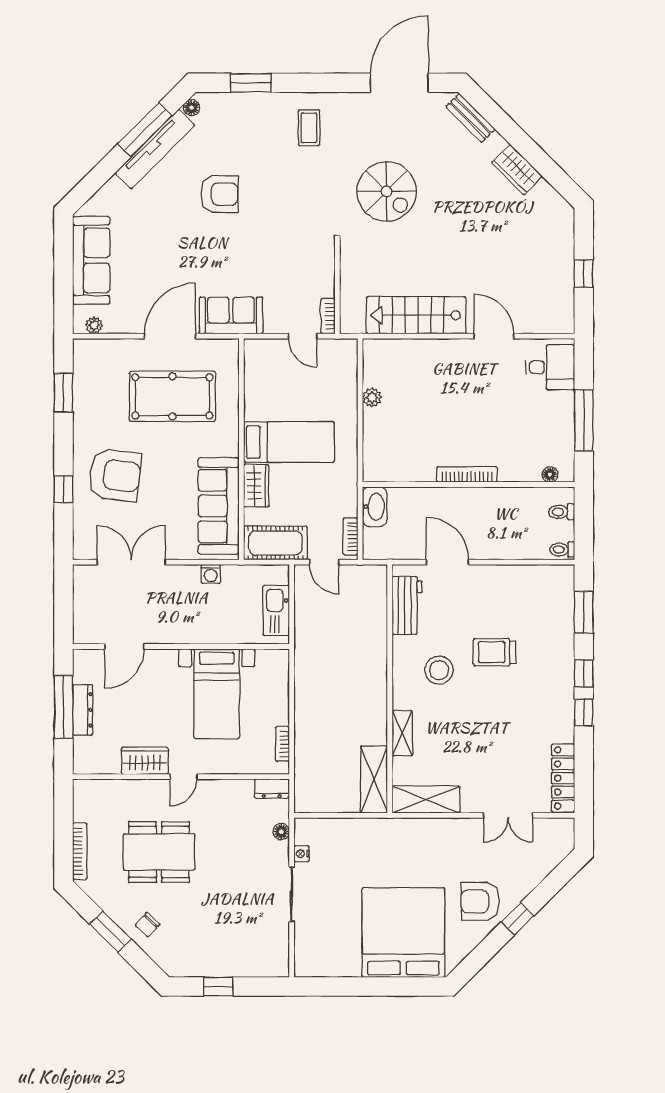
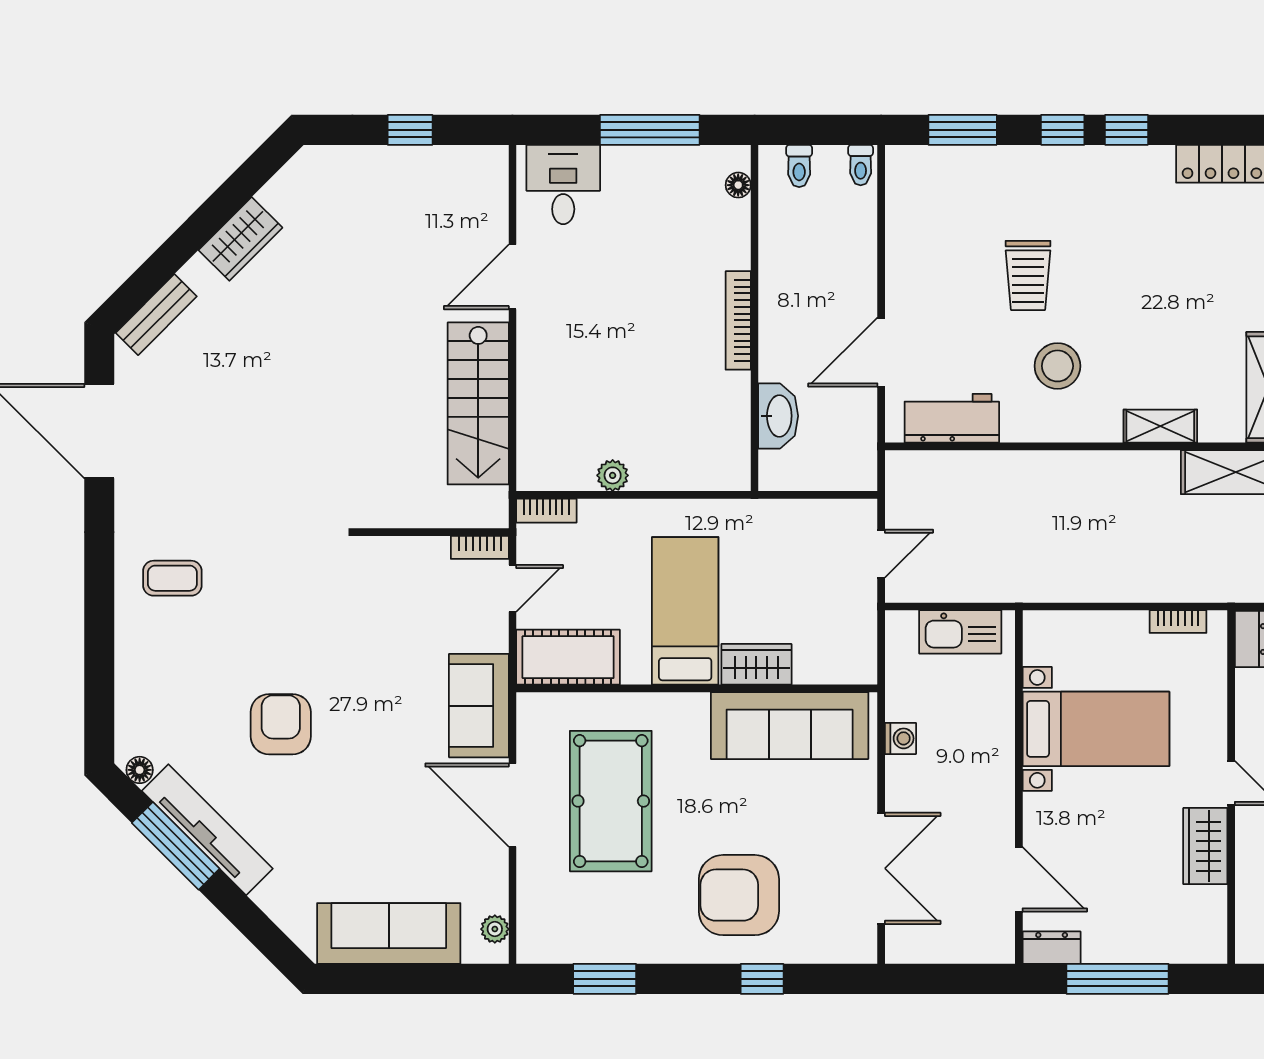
window: (251, 83) -> (99, 673), removed
spiral stairs: (387, 191) -> (276, 452), removed
armchair: (115, 475) -> (739, 895), turned -97
washbasin: (375, 507) -> (778, 416), moved, turned 90
bookcase: (350, 537) -> (546, 511), moved
cot: (275, 543) -> (568, 657), moved, turned 90
double door: (131, 562) -> (881, 868), swing flipped
dresser: (83, 710) -> (1052, 948), moved, width x0.70

